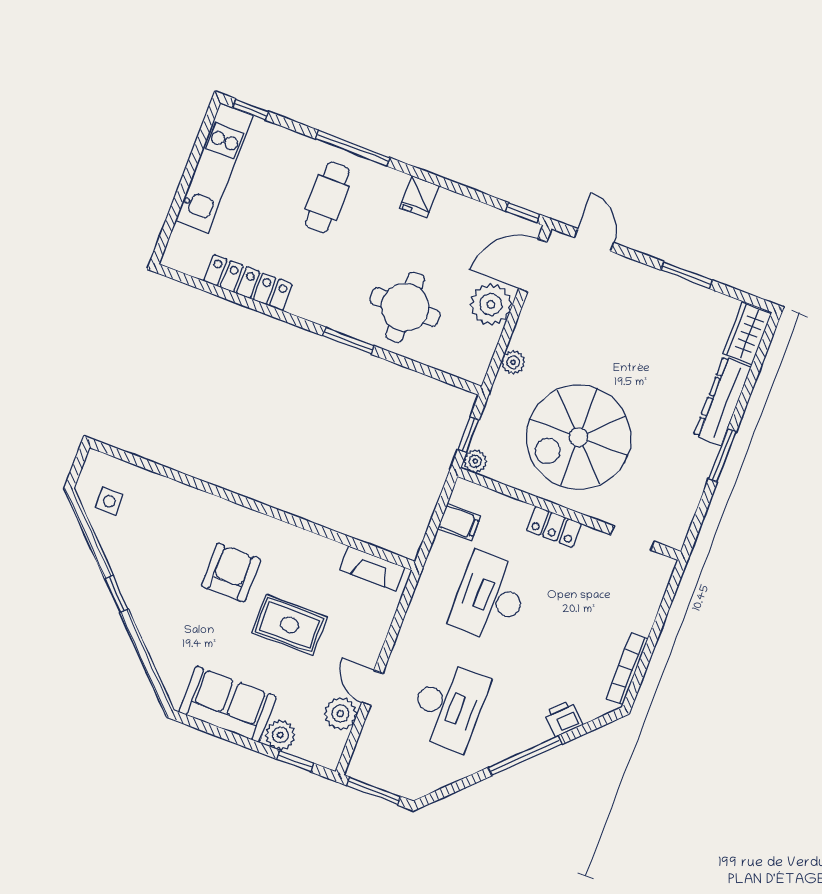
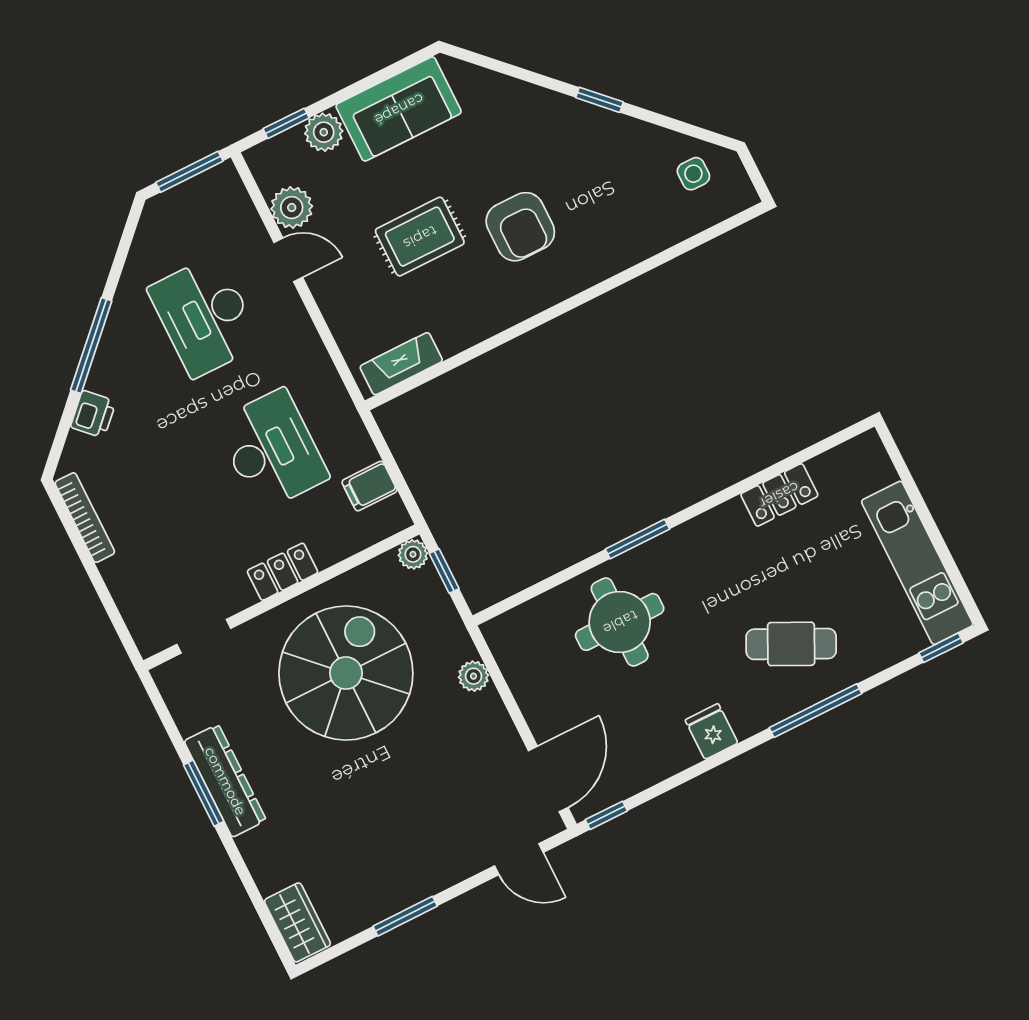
cafe table: (327, 197) -> (791, 644), turned -64
locker: (248, 283) -> (779, 495), width x0.66
plant: (491, 304) -> (548, 705), removed
dresser: (722, 401) -> (225, 781), moved

